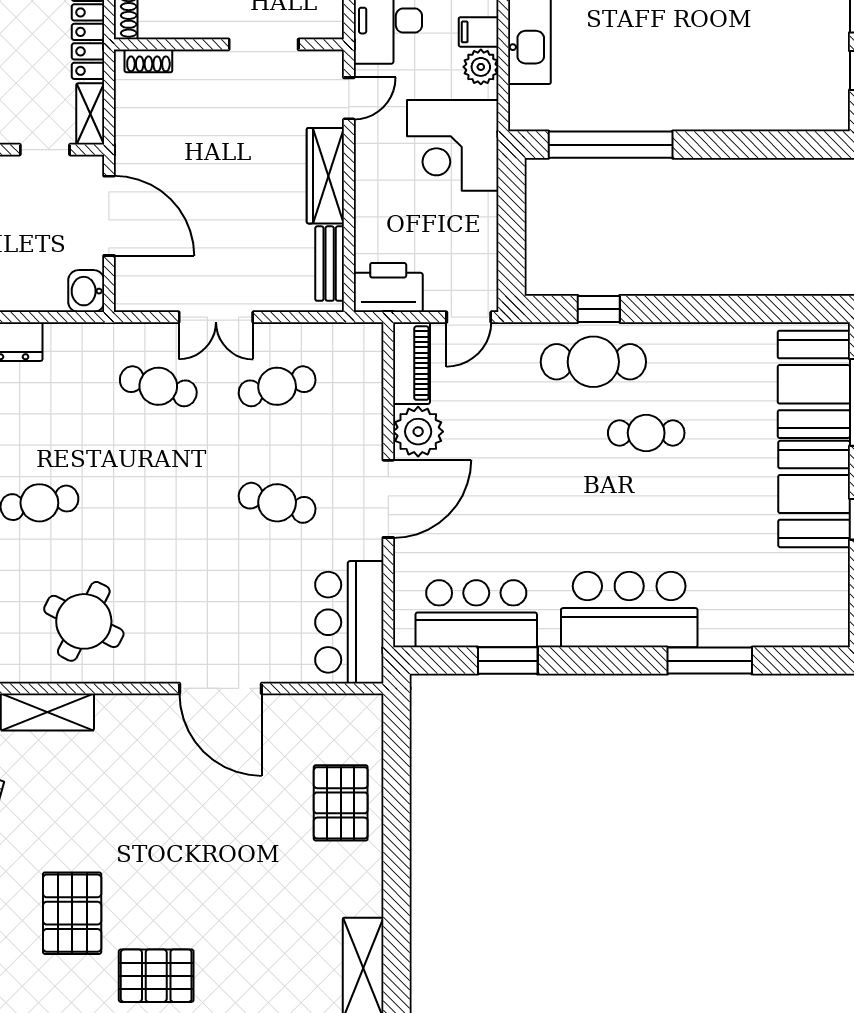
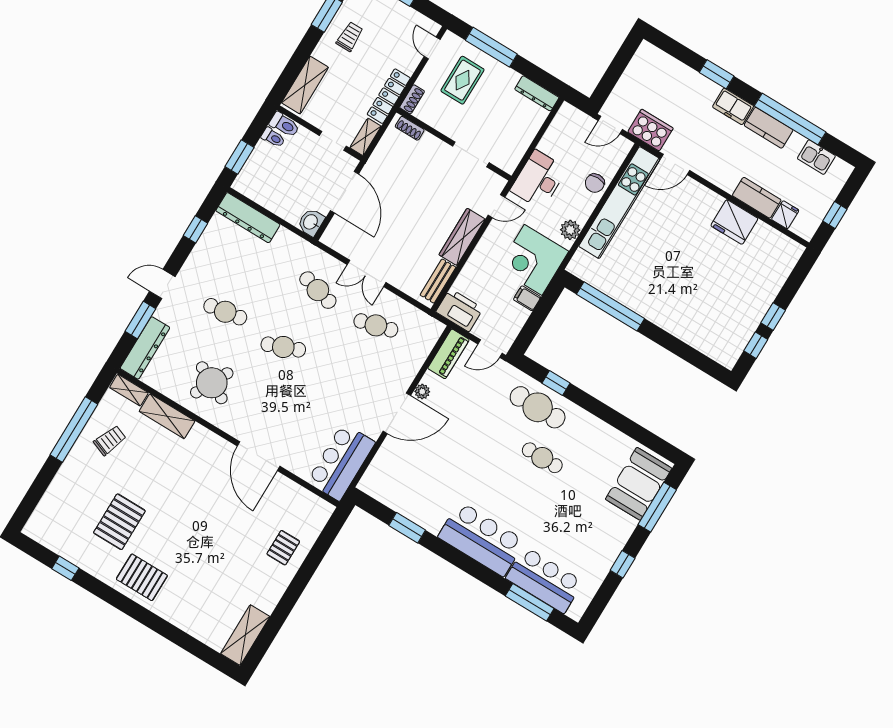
filing cabinet: (479, 32) -> (527, 298), moved
plant: (418, 432) -> (422, 392), width x0.53, depth x0.53
booth: (814, 494) -> (606, 537), removed
cafe table: (277, 503) -> (283, 347), moved, turned -36
bar counter: (476, 614) -> (544, 580), moved
window: (710, 661) -> (530, 602), moved
pallet: (341, 803) -> (283, 548), width x0.67, depth x0.71

